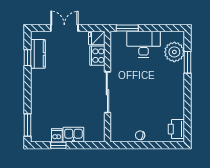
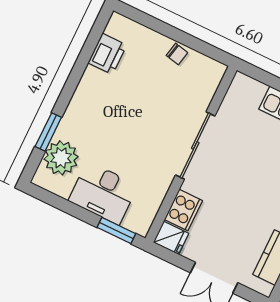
printer: (176, 129) -> (107, 54), moved

